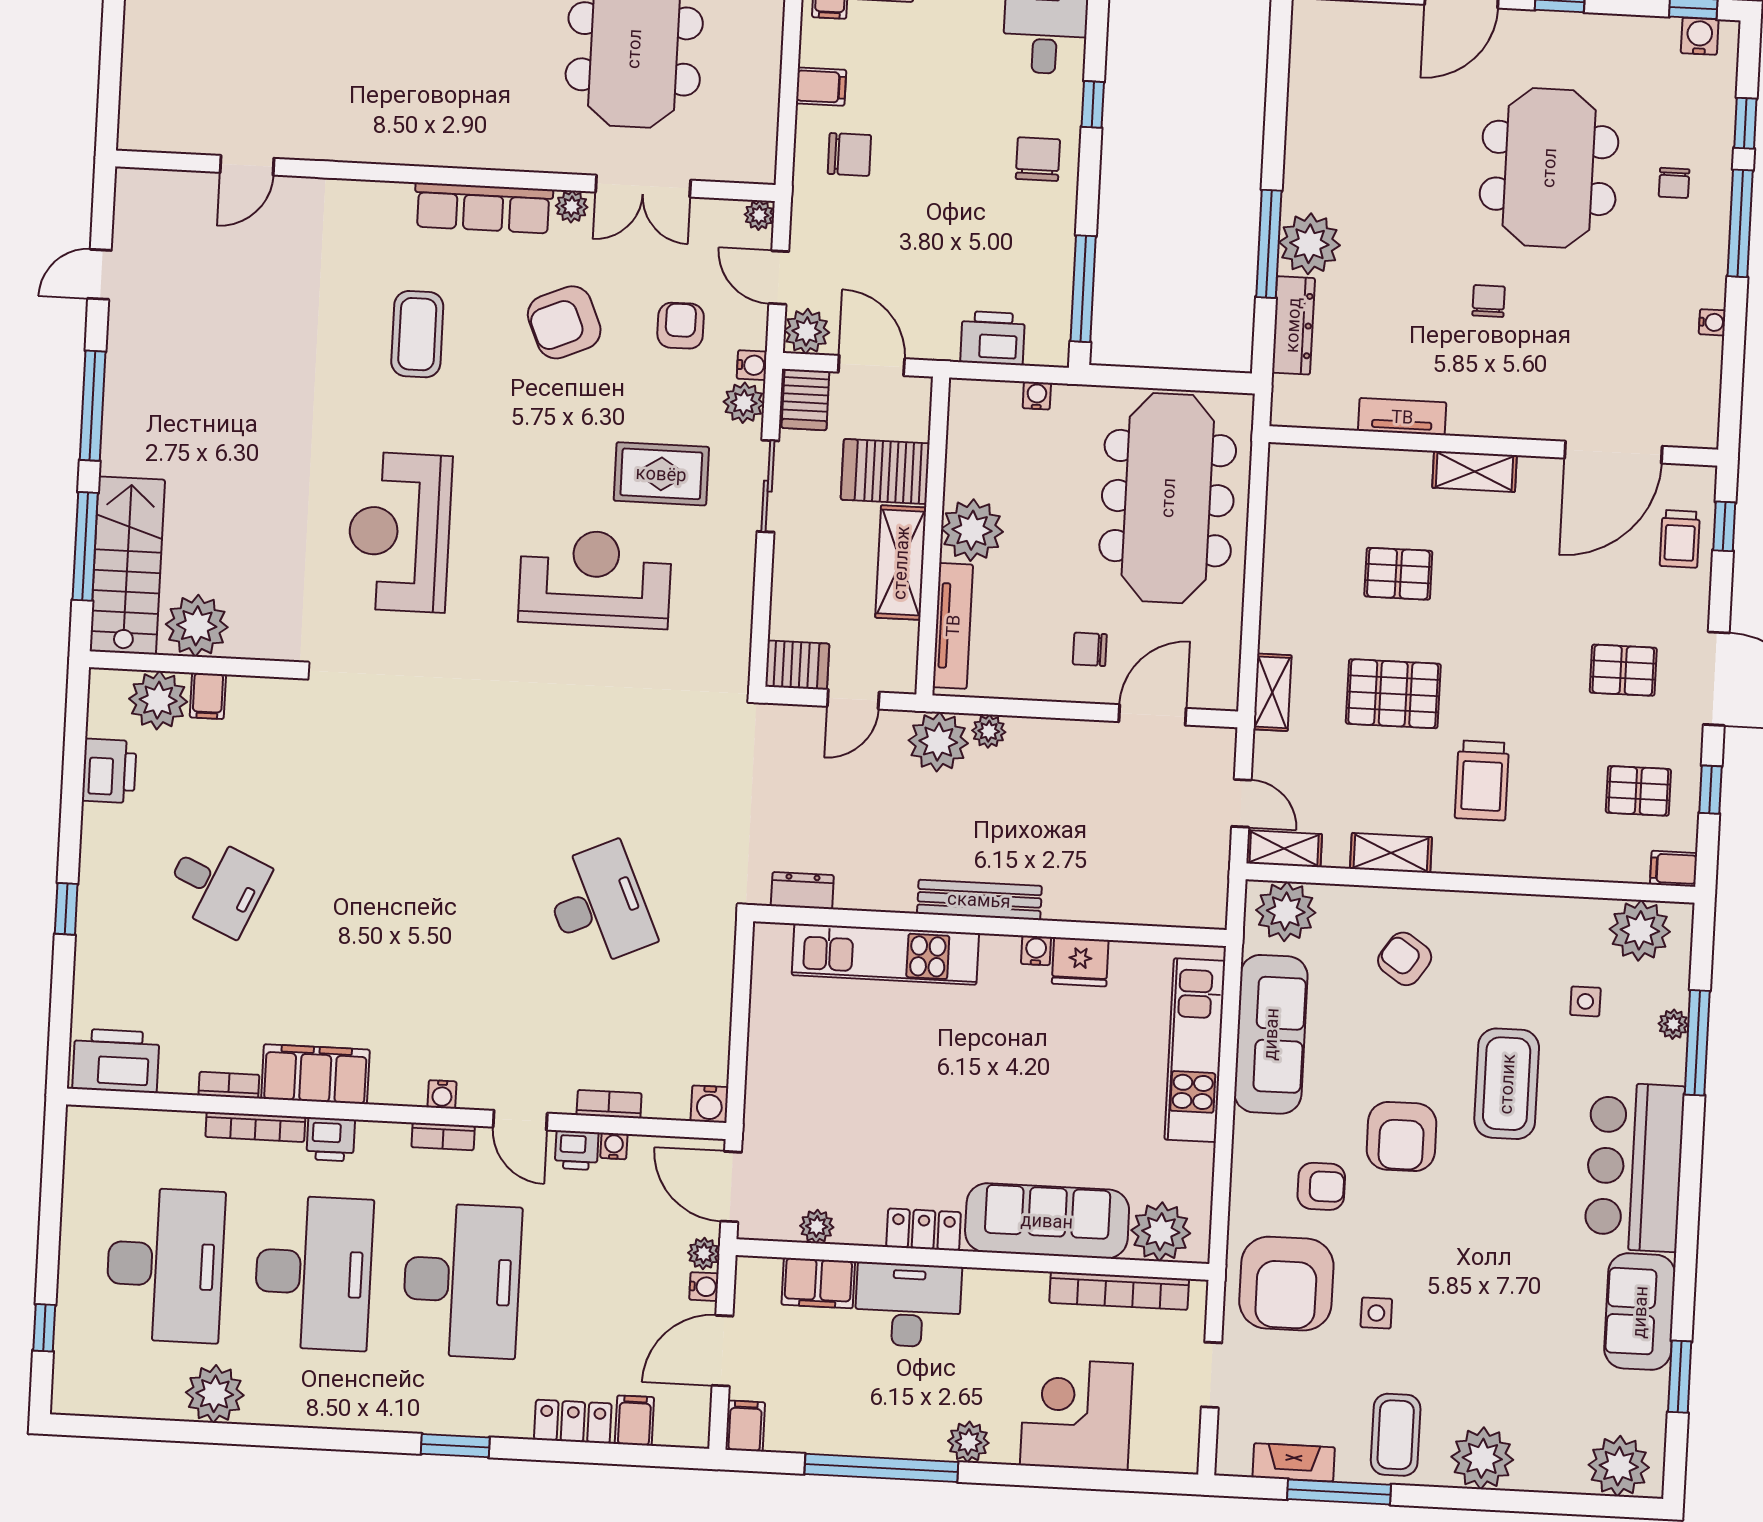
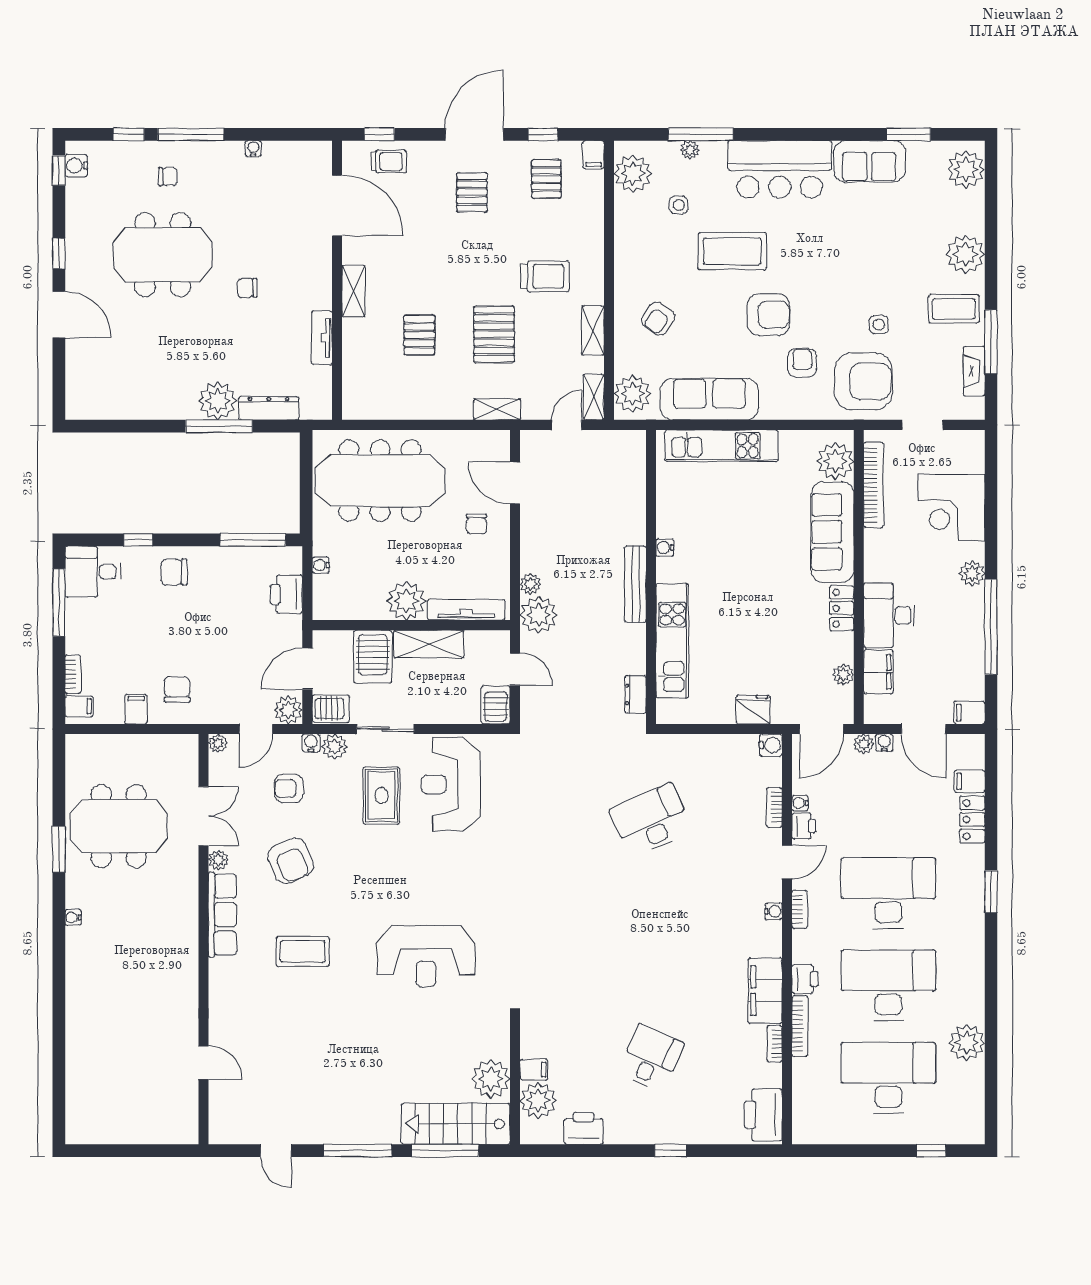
reception desk: (595, 579) -> (451, 784), moved
fridge: (1080, 962) -> (753, 710), moved, turned -90

